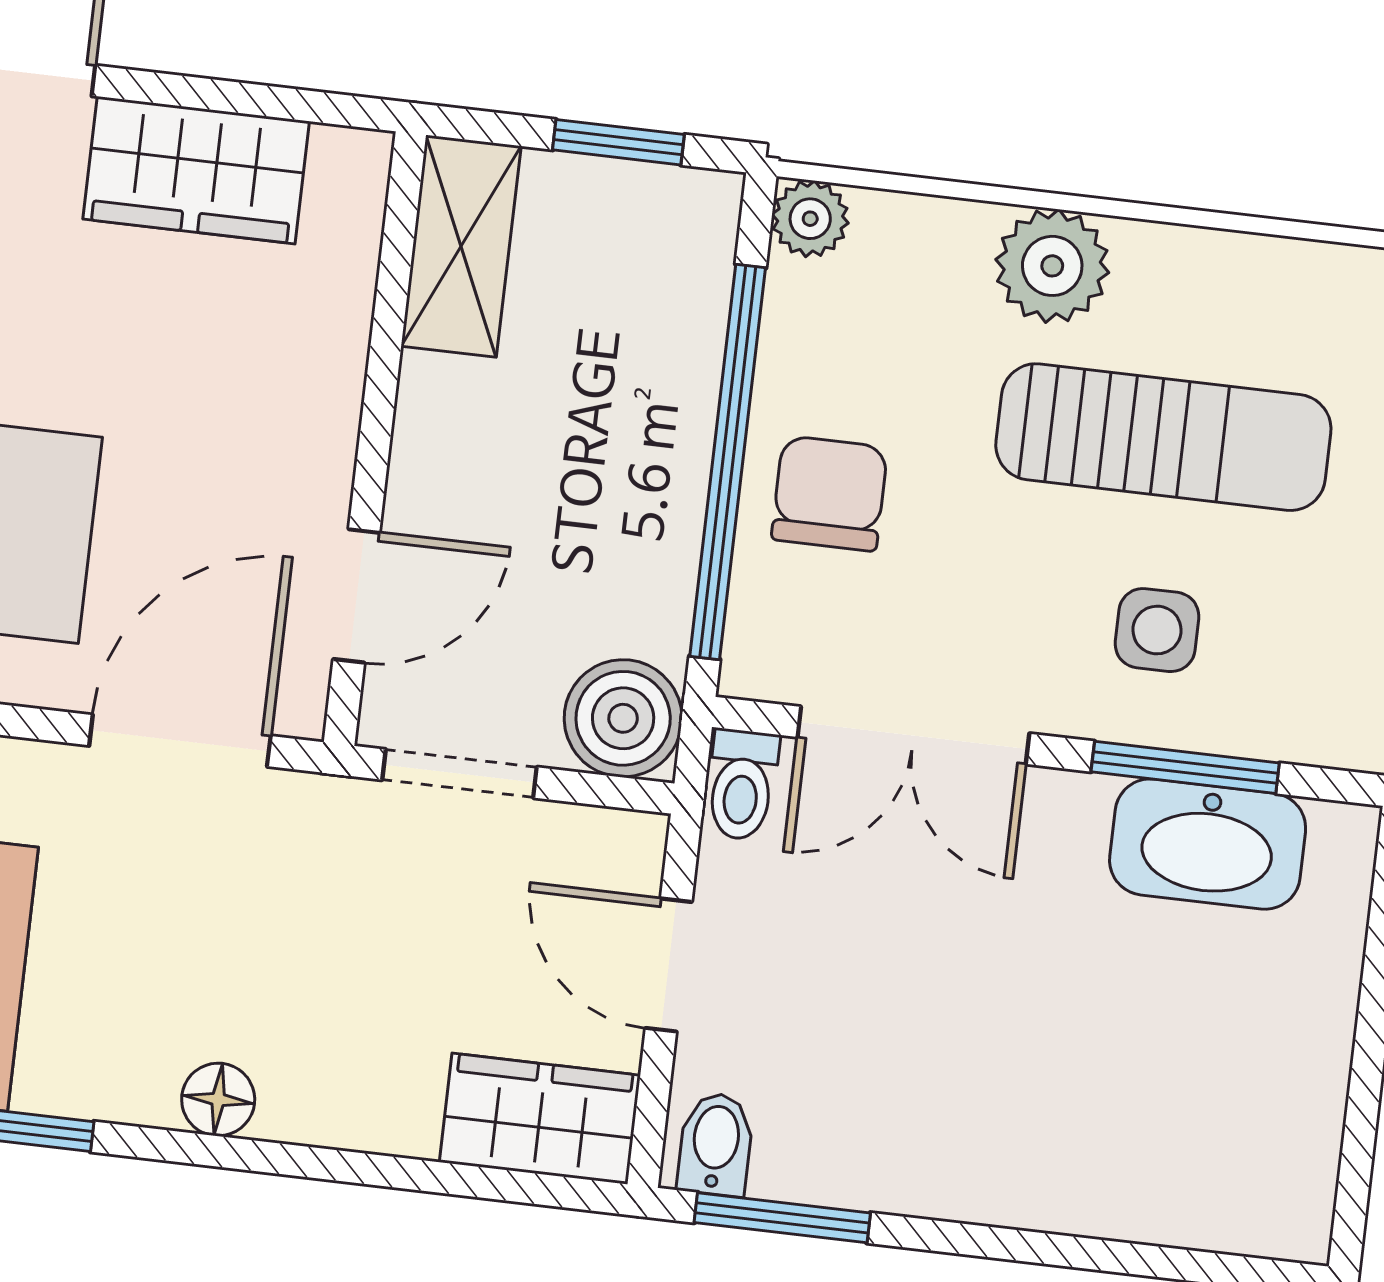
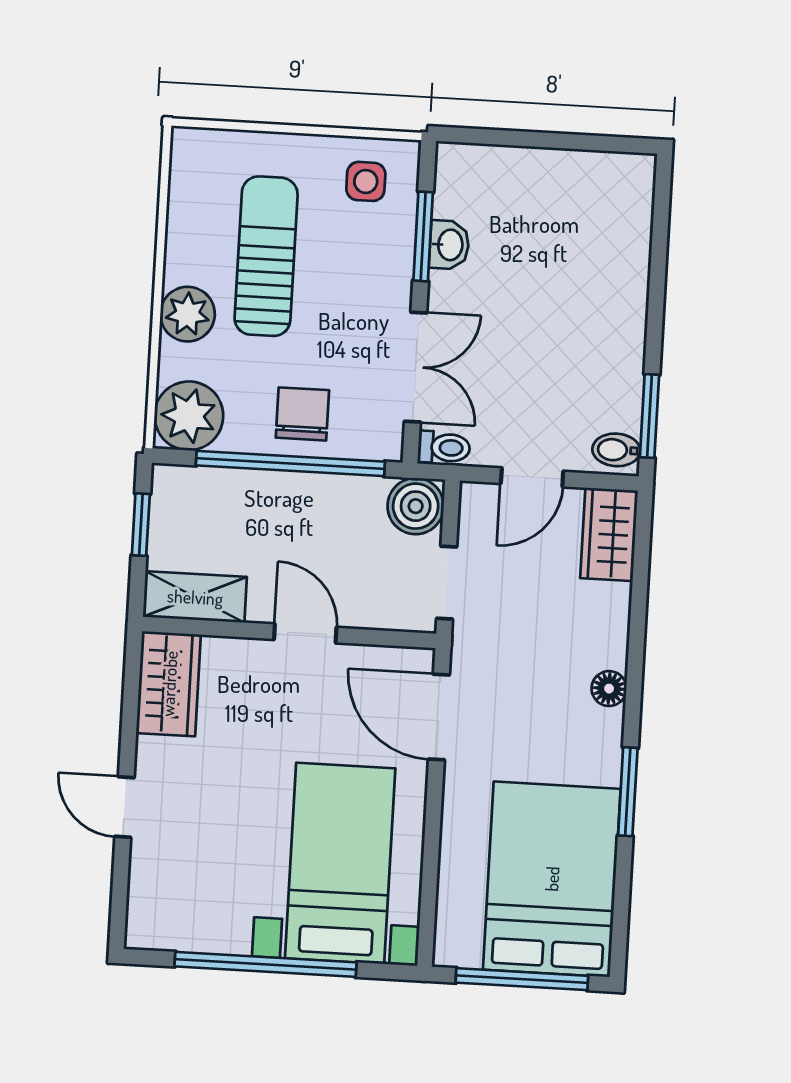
wardrobe: (196, 170) -> (169, 684), moved
plant: (810, 219) -> (189, 416), width x1.88, depth x1.88
chair: (830, 493) -> (302, 414), turned 90
door: (356, 596) -> (305, 633), moved
side table: (1157, 630) -> (366, 181), moved
washbasin: (1208, 844) -> (449, 245), width x0.52, depth x0.69

